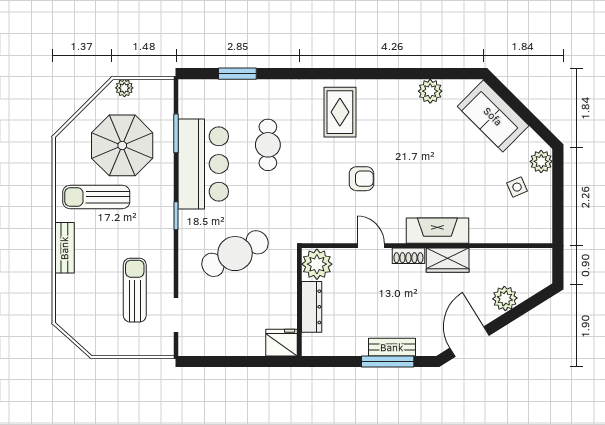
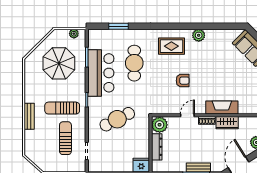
plant: (124, 88) -> (74, 34), moved
plant: (430, 91) -> (199, 35), moved
rug: (340, 112) -> (171, 46), turned 90
cafe table: (268, 145) -> (134, 63), width x1.37, depth x1.35
sun lounger: (96, 197) -> (62, 108), moved
door: (371, 246) -> (187, 115), hinge flipped

